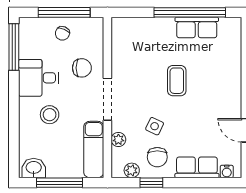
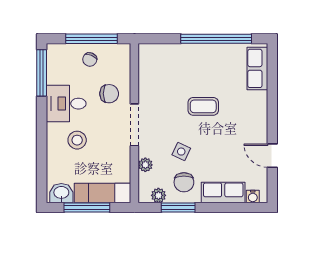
row of seats: (197, 28) -> (257, 68), moved, turned 90
coffee table: (177, 81) -> (203, 106), turned 90
exam couch: (94, 150) -> (102, 193), moved, turned 90
window: (151, 183) -> (178, 207), width x1.50

